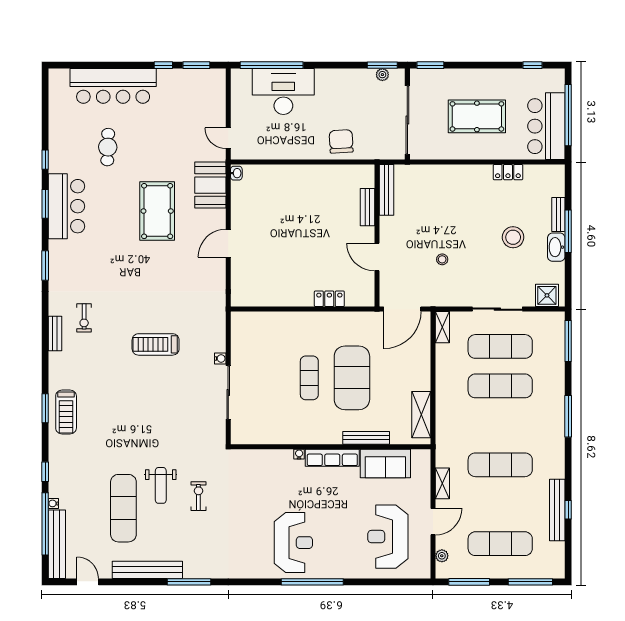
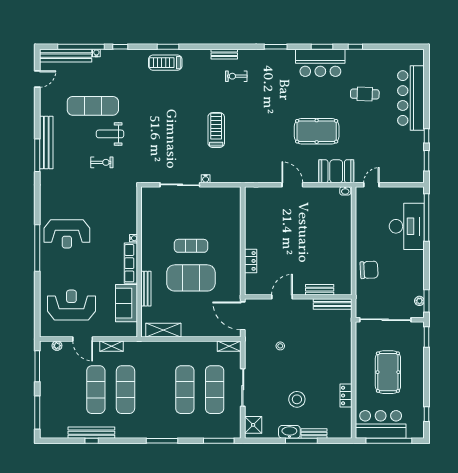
exercise mat: (500, 544) -> (96, 390), moved
bench: (147, 570) -> (46, 143), moved

